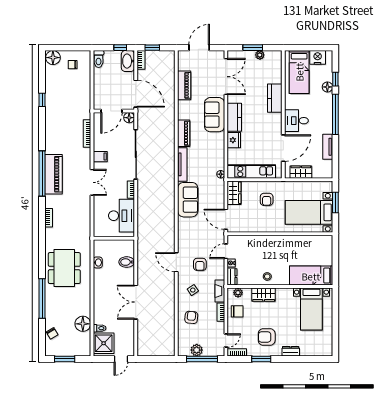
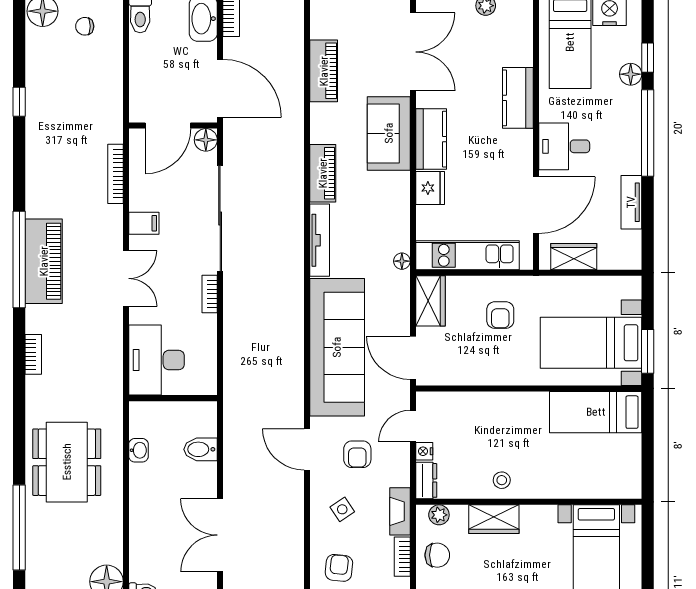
sofa: (188, 200) -> (337, 347), width x1.85, depth x1.27
window: (335, 202) -> (648, 351), moved
desk: (122, 216) -> (157, 360), moved, turned 180
bed: (311, 276) -> (596, 412), moved

